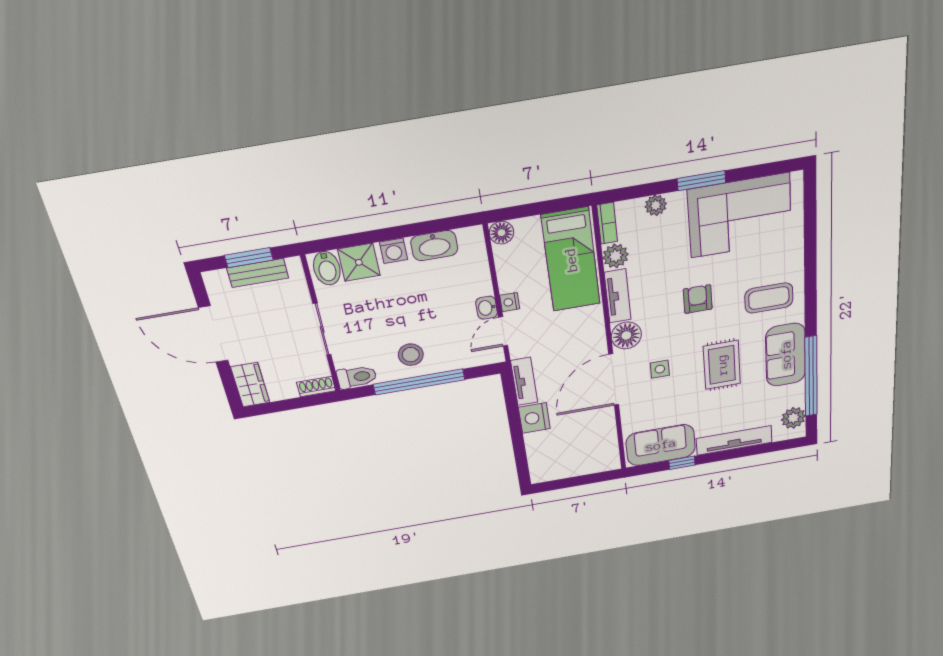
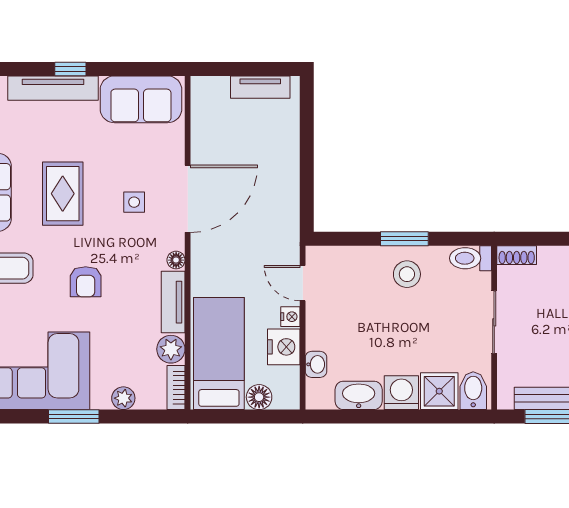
floor lamp: (501, 233) -> (259, 397), moved
washing machine: (393, 251) -> (401, 393), width x1.38, depth x1.38
washbasin: (487, 308) -> (316, 364), moved
door: (503, 331) -> (303, 283), swing flipped
floor lamp: (626, 335) -> (176, 260), width x0.53, depth x0.53
tv unit: (524, 381) -> (260, 87), moved, turned -90
window: (419, 382) -> (404, 239), width x0.47
nightstand: (534, 418) -> (284, 347), moved
window: (682, 463) -> (70, 69), moved

